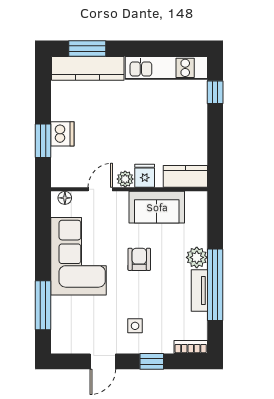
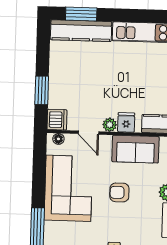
dishwasher: (62, 134) -> (57, 120), moved
door: (100, 189) -> (88, 133), swing flipped
armchair: (139, 259) -> (119, 192), turned -90

